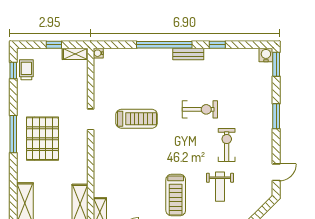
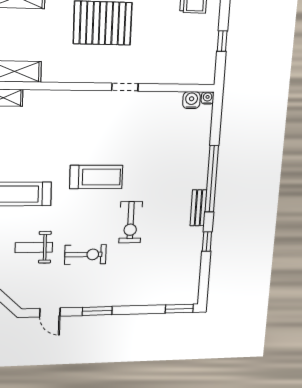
shelving: (75, 54) -> (209, 68), removed
water cooler: (266, 55) -> (191, 100), moved, turned -90
window: (276, 116) -> (97, 311), moved
treadmill: (137, 119) -> (96, 177), moved, turned -90

